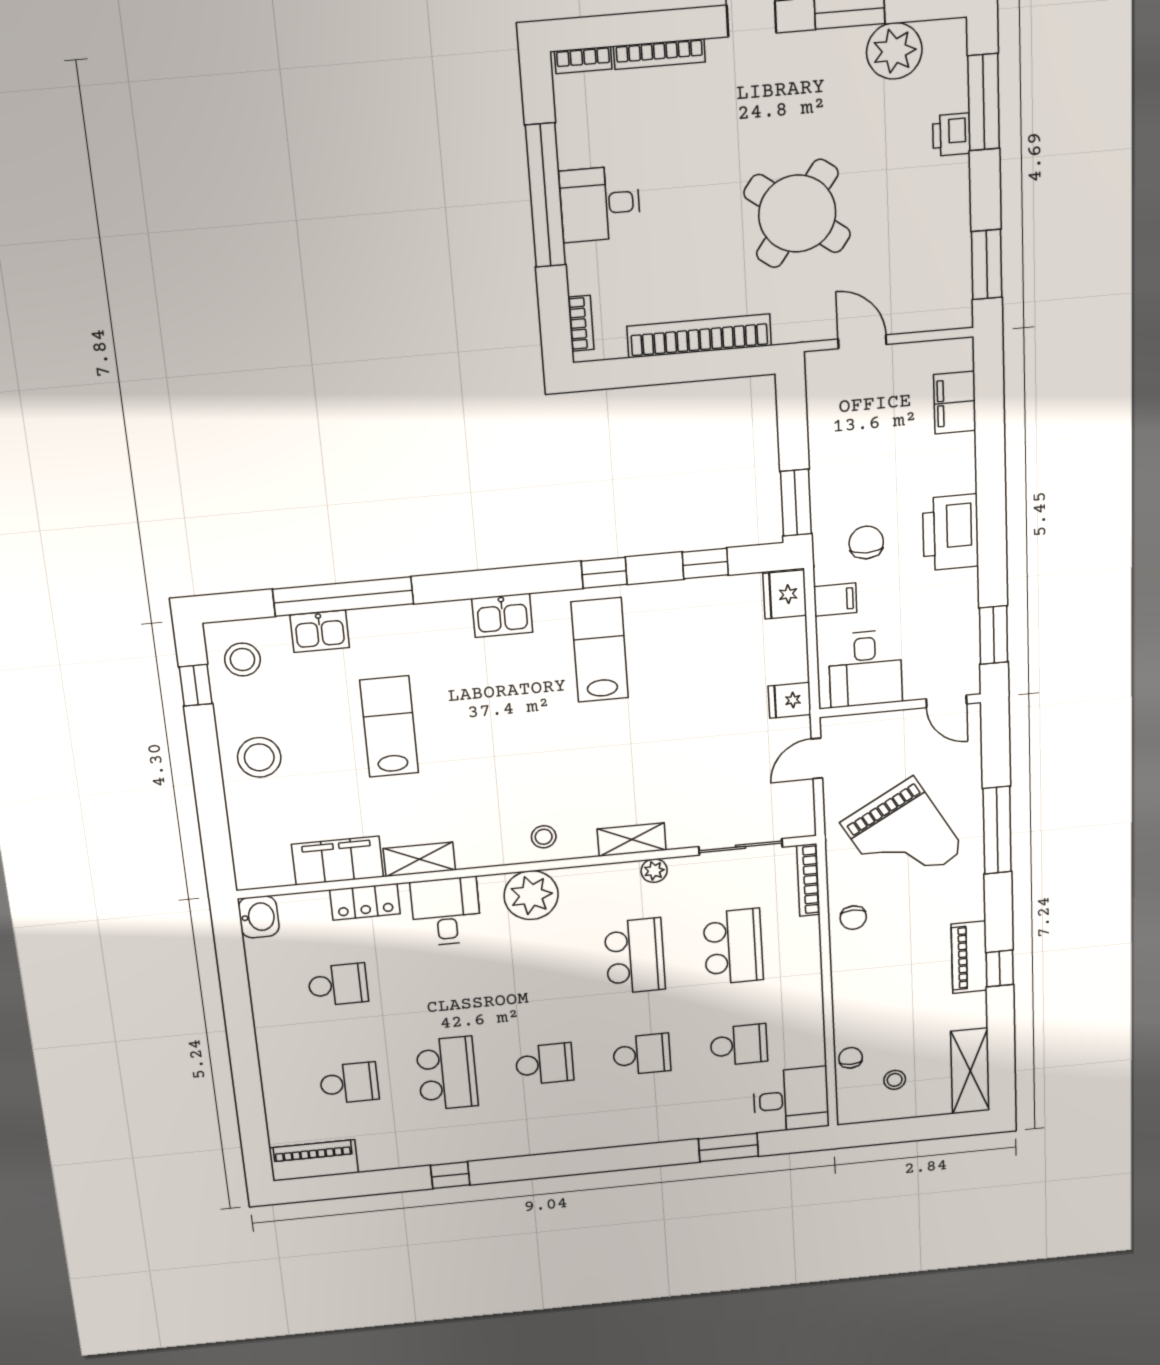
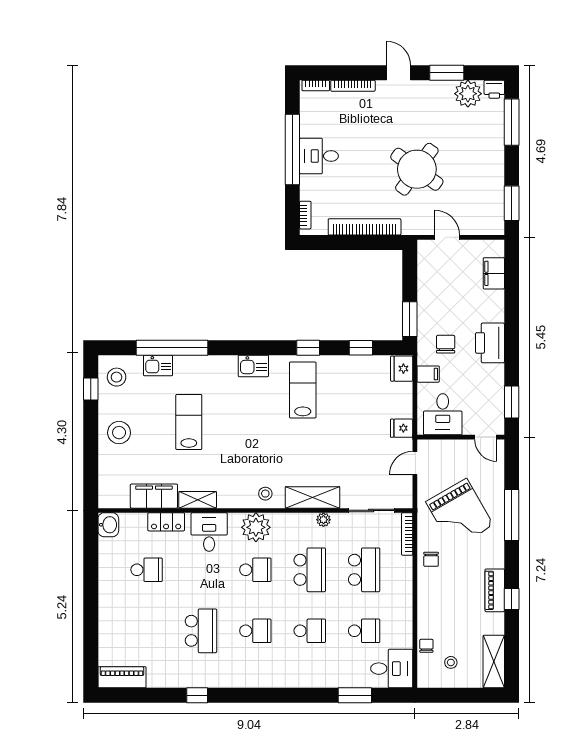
printer: (951, 135) -> (494, 89), moved, turned -90
shelving: (632, 840) -> (312, 497), width x1.50, depth x1.33
school desk: (349, 1083) -> (255, 570), moved

